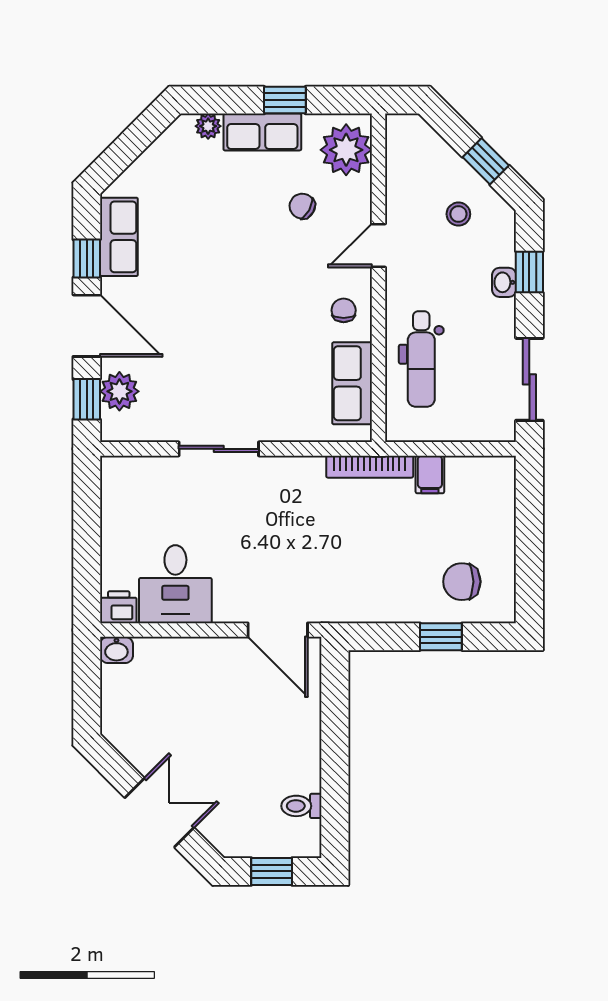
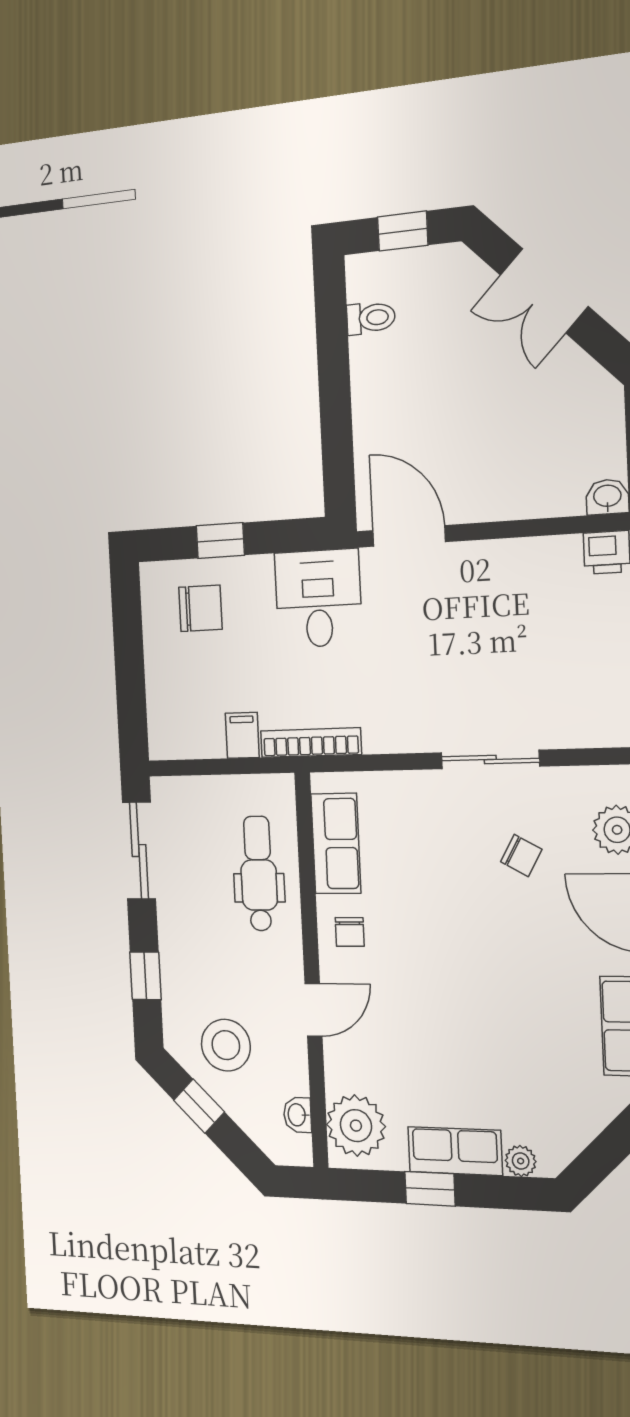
chair: (302, 206) -> (521, 856), moved
stool: (458, 214) -> (226, 1045), width x1.89, depth x1.89
washbasin: (504, 282) -> (297, 1115), moved, turned 180
desk: (175, 584) -> (318, 599), moved

